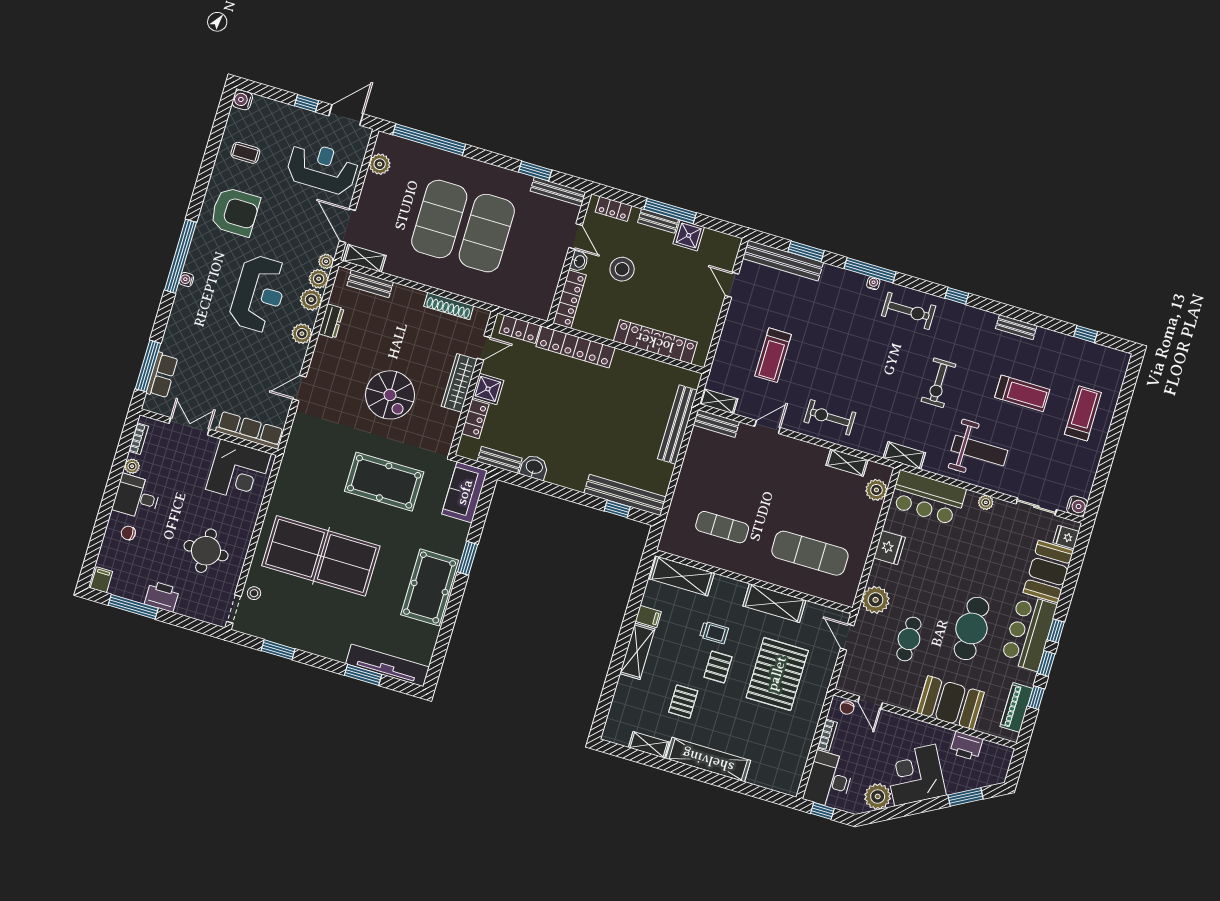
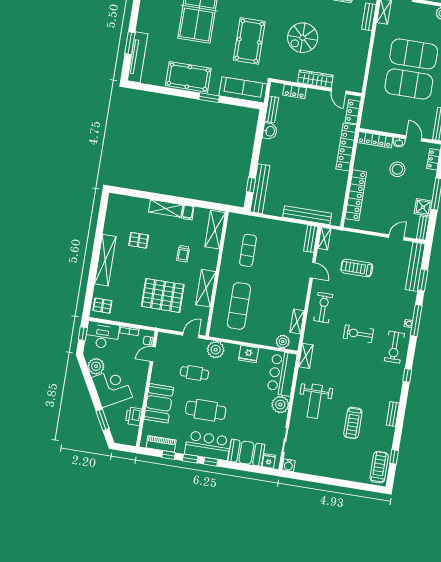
bench: (658, 221) -> (423, 228), moved
door: (576, 236) -> (414, 138), swing flipped
shoe rack: (449, 306) -> (361, 67), removed
exercise bike: (939, 383) -> (358, 334), moved
shower: (488, 389) -> (314, 97), removed
treadmill: (1083, 413) -> (379, 467), moved, turned -90
sofa: (465, 492) -> (243, 90), width x1.36
plant: (986, 502) -> (280, 405), width x1.88, depth x1.88
pallet: (718, 667) -> (102, 306), moved
shelving: (649, 745) -> (110, 223), removed

